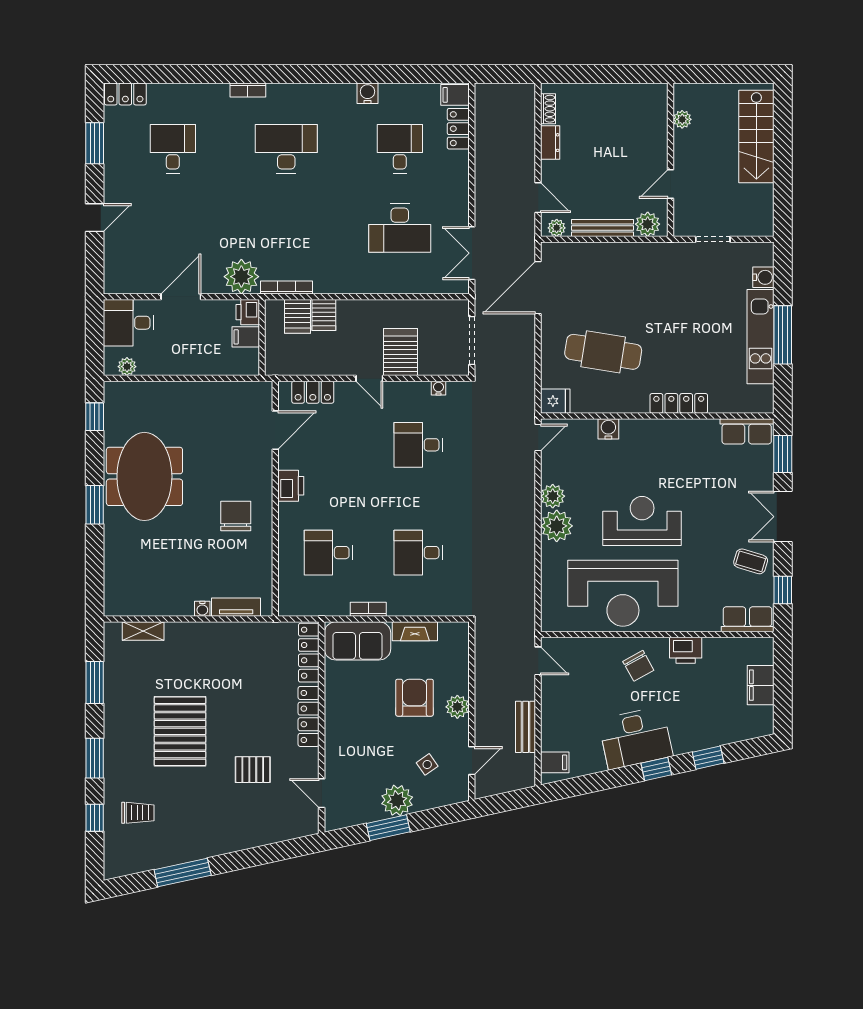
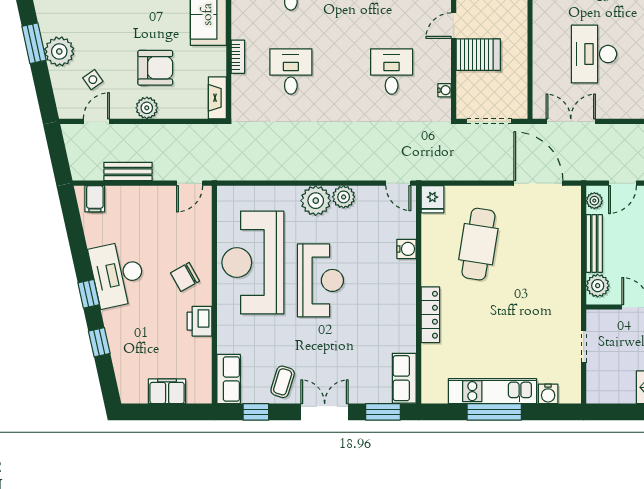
bookcase: (368, 609) -> (238, 57), moved
fireplace: (415, 631) -> (217, 98), moved
door: (472, 761) -> (96, 121), swing flipped

